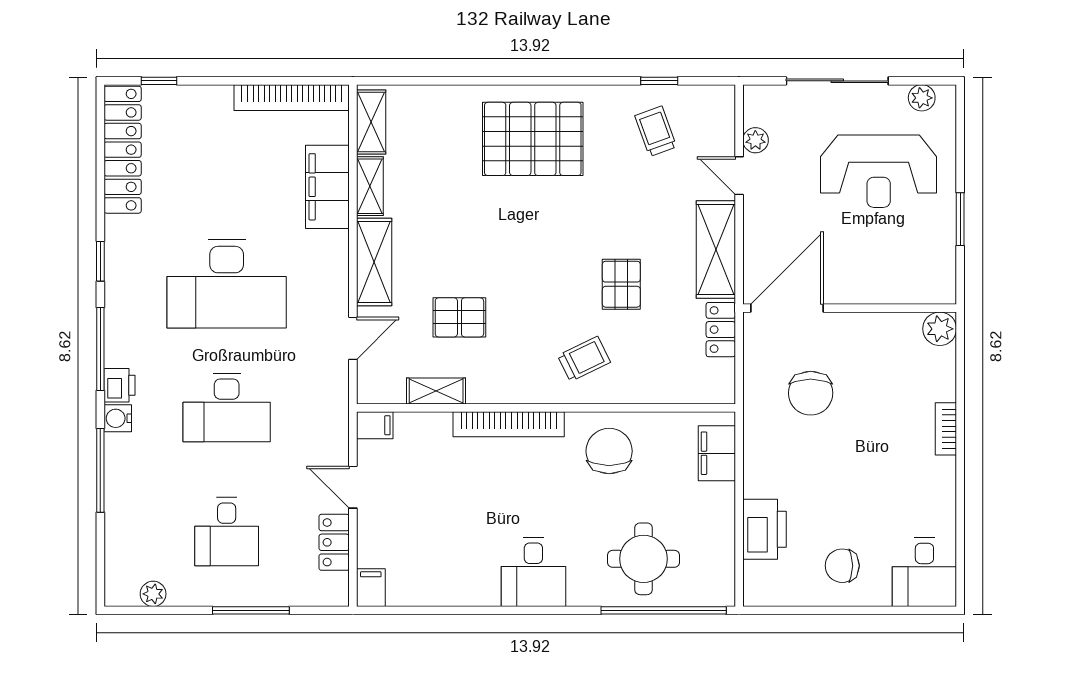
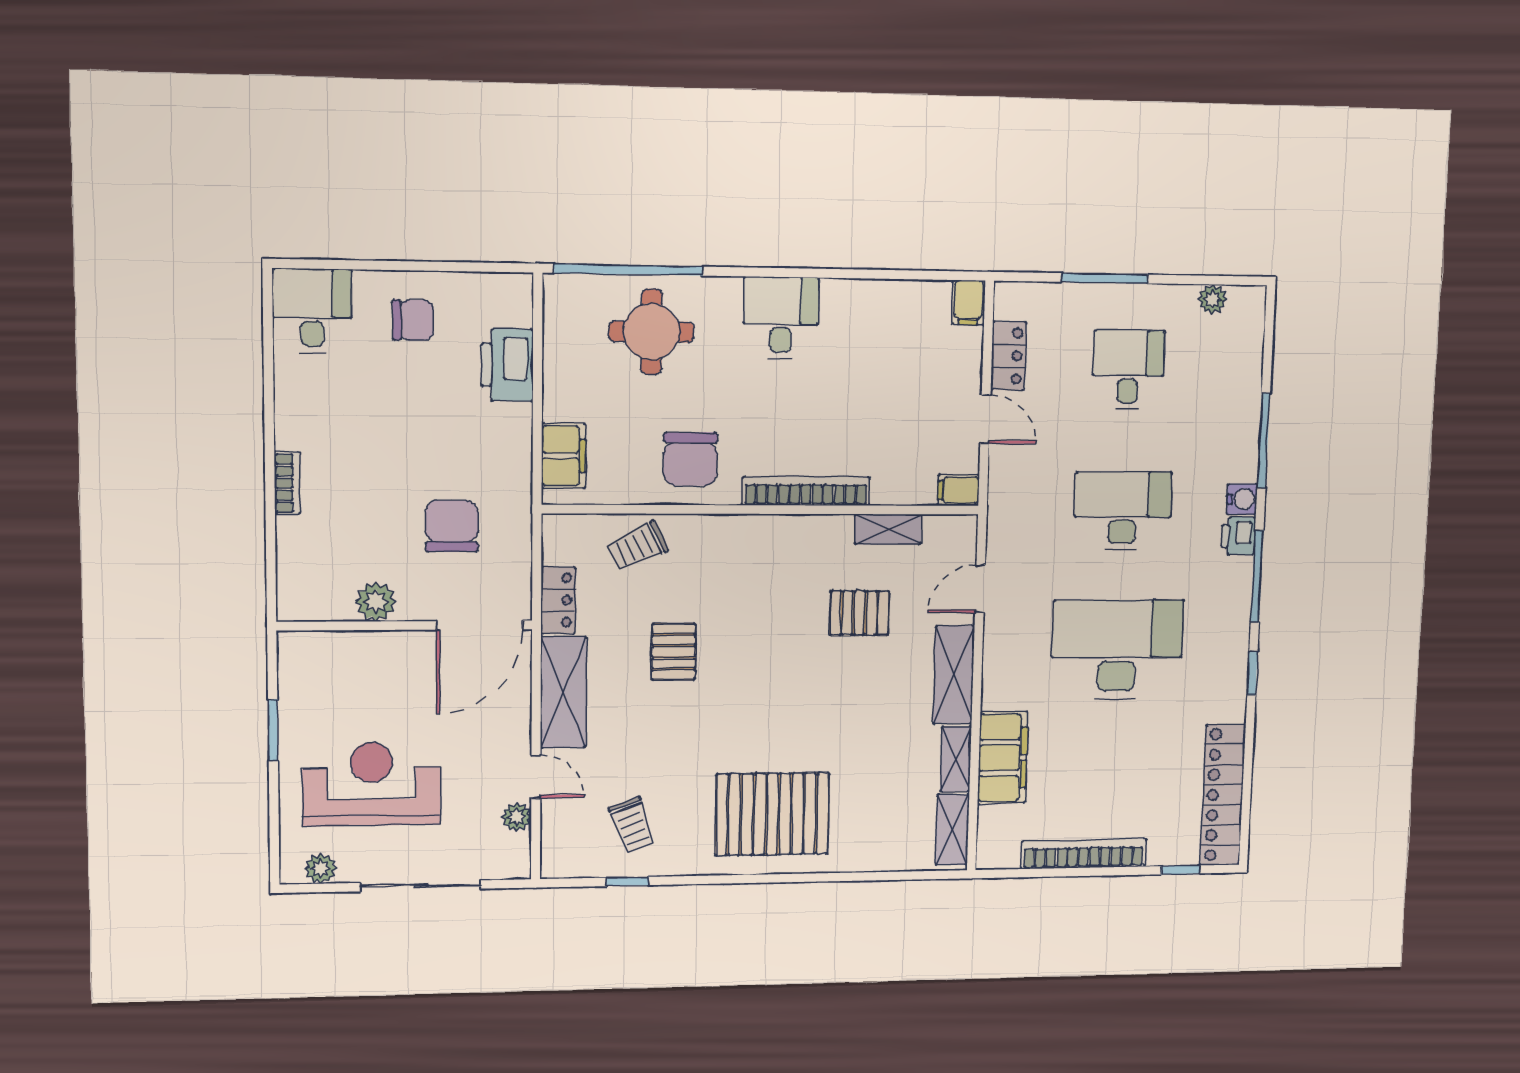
bookcase: (292, 98) -> (1084, 854), moved
plant: (940, 329) -> (376, 602), moved
trolley: (584, 359) -> (638, 546), moved

